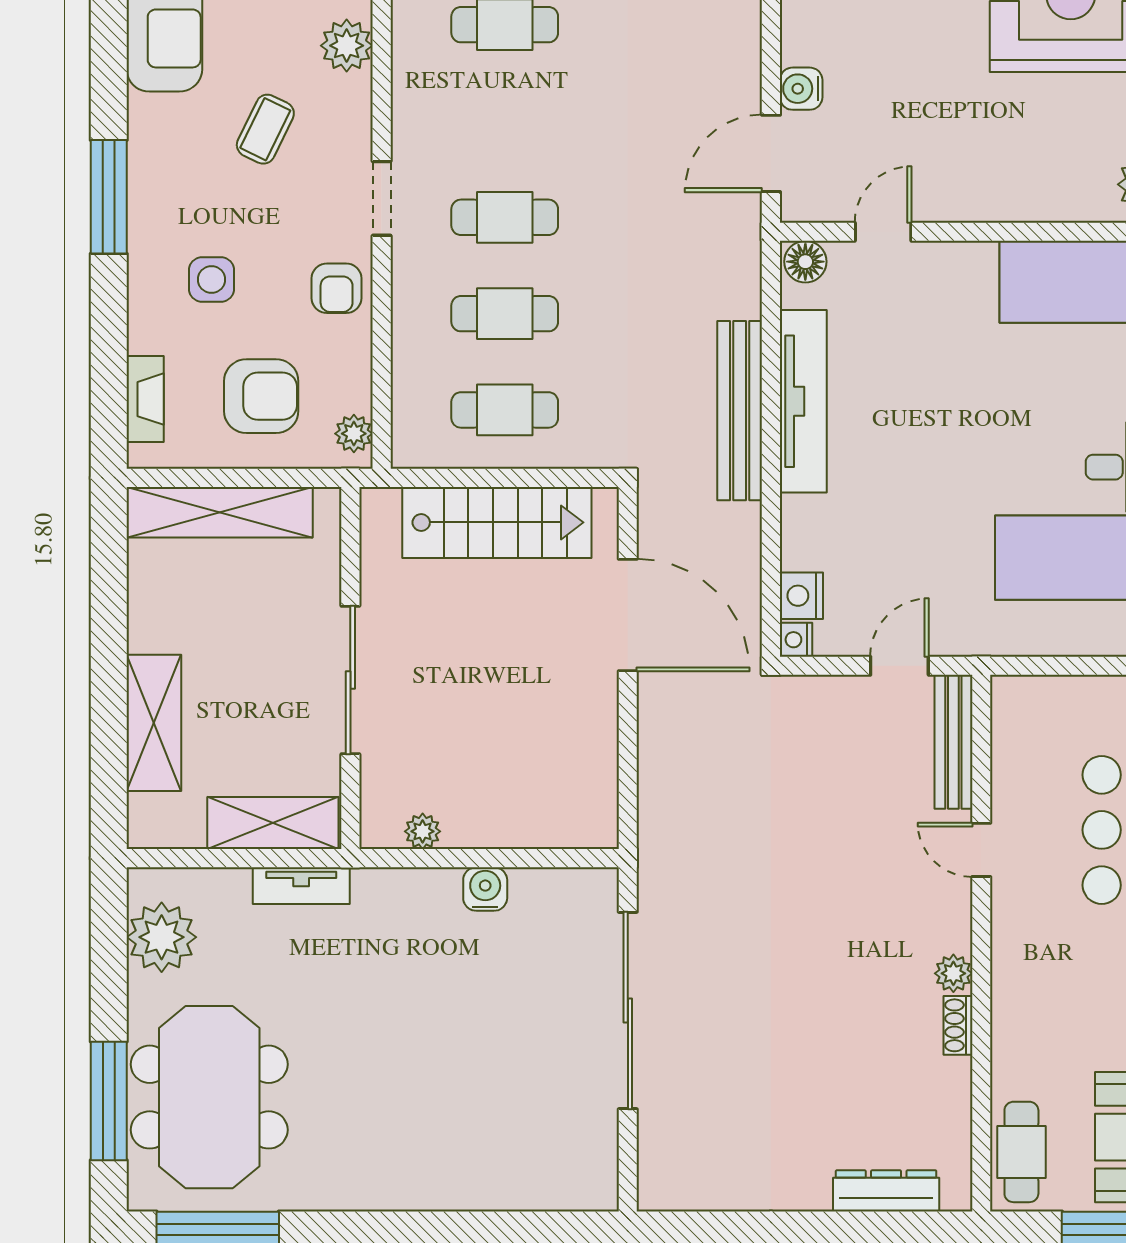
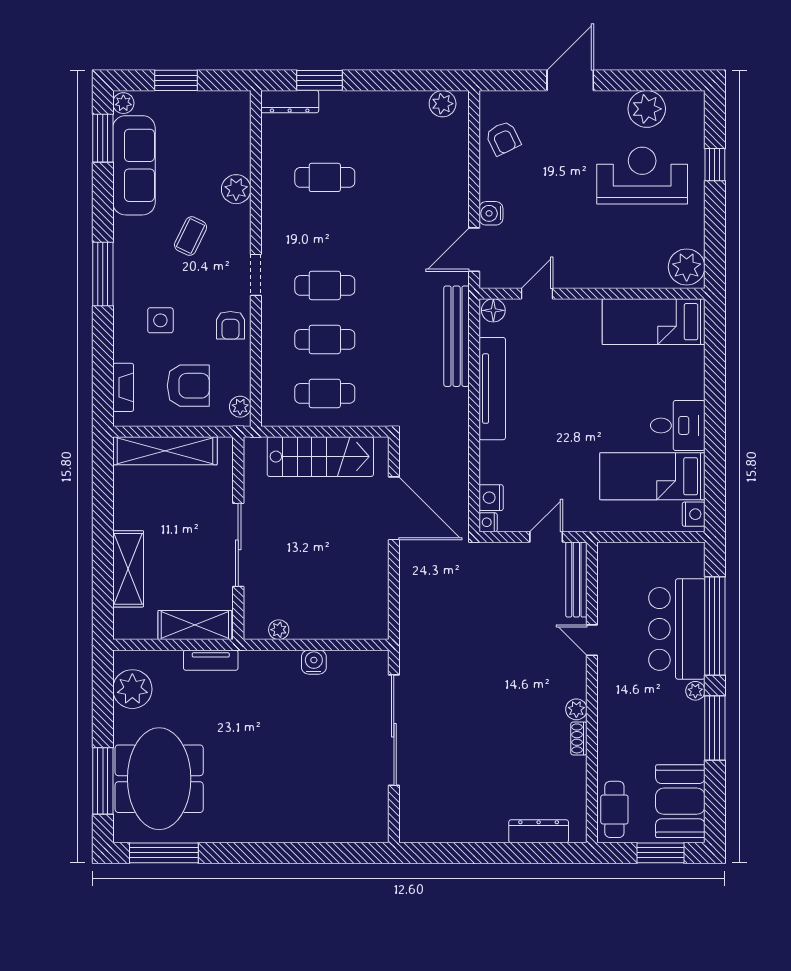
bench: (740, 411) -> (457, 336), moved

